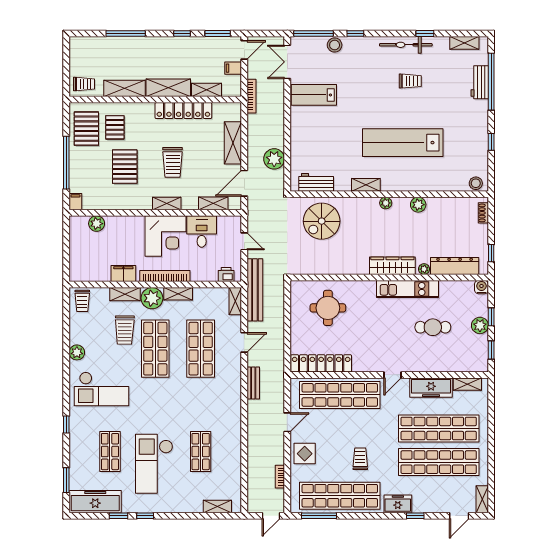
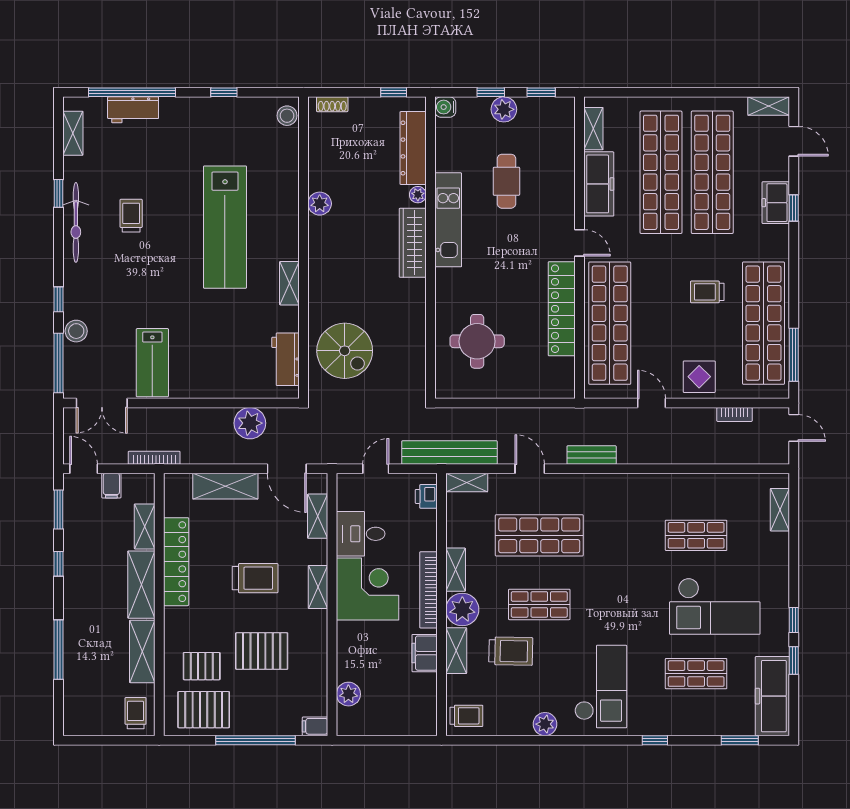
plant: (386, 203) -> (317, 253), removed
shop shelf: (155, 349) -> (539, 604), width x0.70, depth x0.74
locker: (321, 363) -> (562, 309), moved
freezer: (398, 504) -> (776, 203), moved

